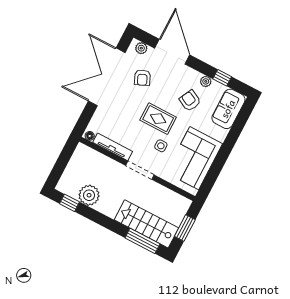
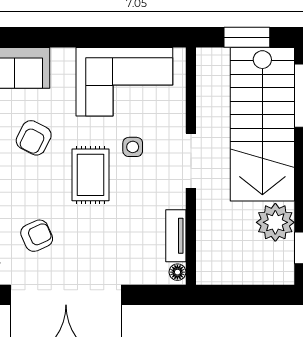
tv unit: (113, 147) -> (176, 236), width x0.71
stairs: (146, 224) -> (262, 124), width x1.36, depth x1.51

